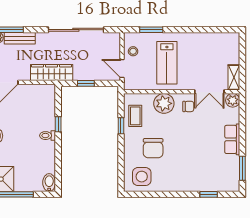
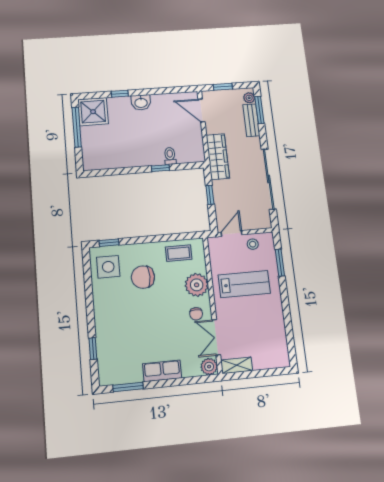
lab bench: (167, 63) -> (244, 284), turned 180
window: (121, 126) -> (109, 243), moved
toilet: (48, 136) -> (170, 156), moved
bidet: (49, 183) -> (93, 163), removed

